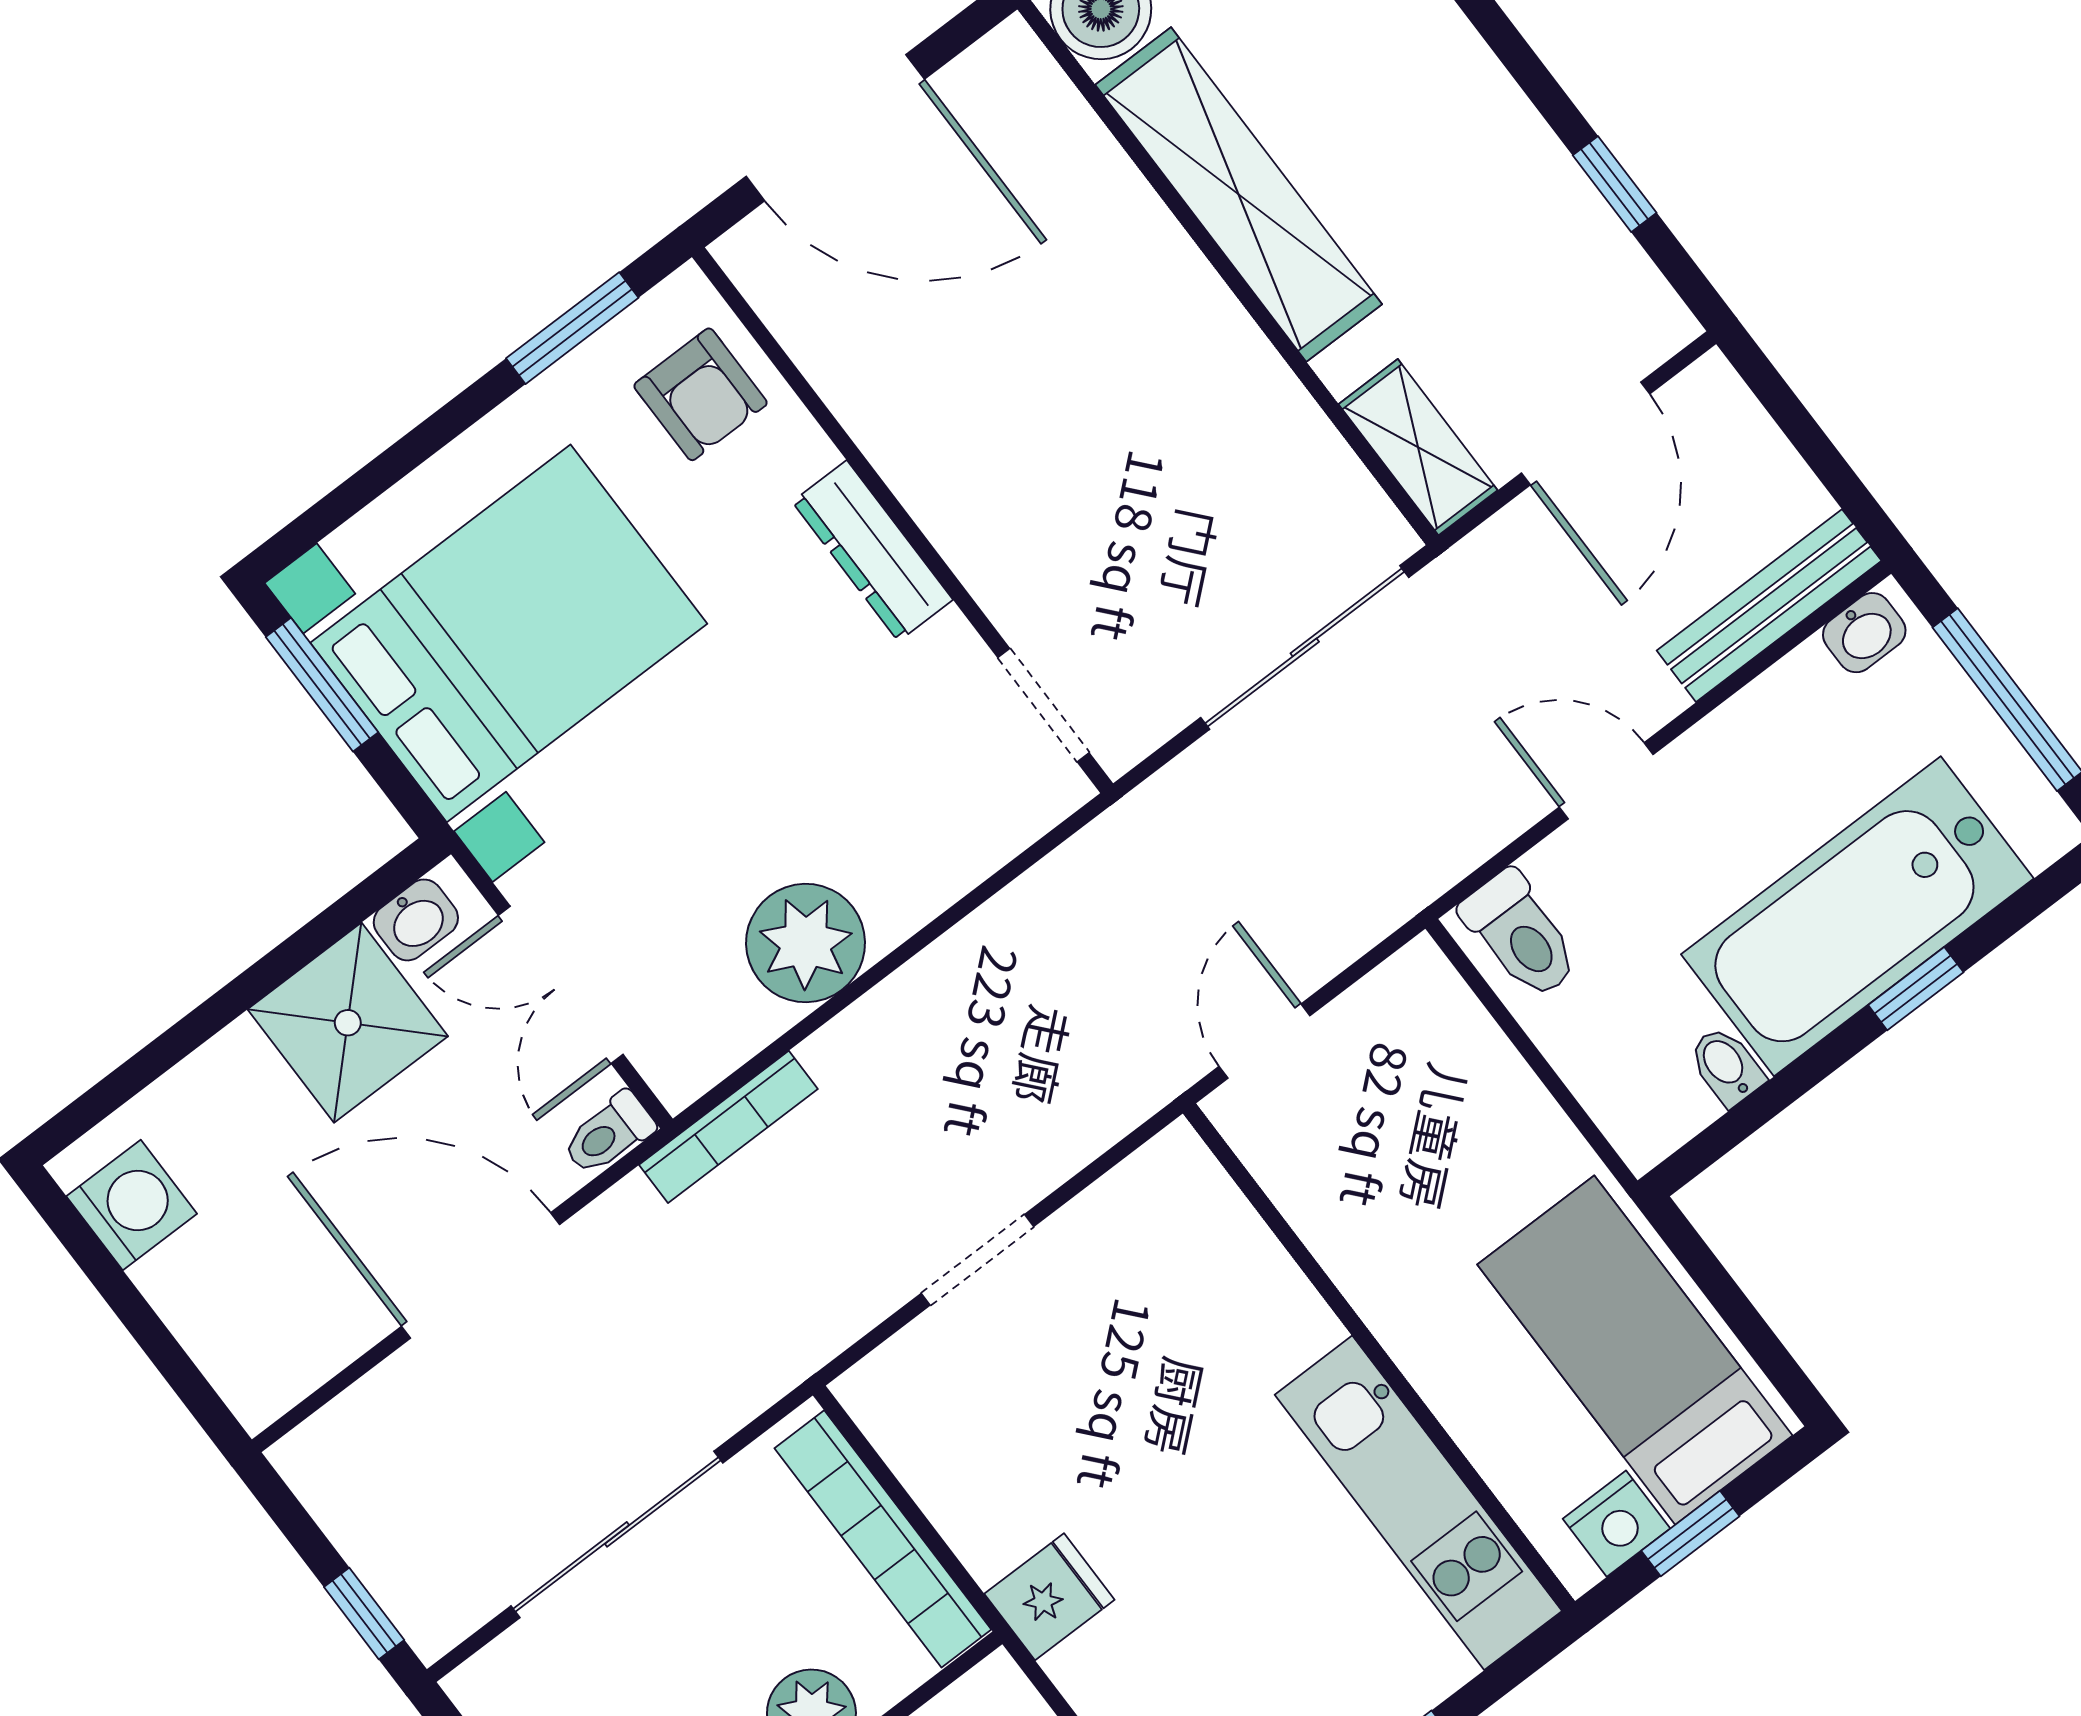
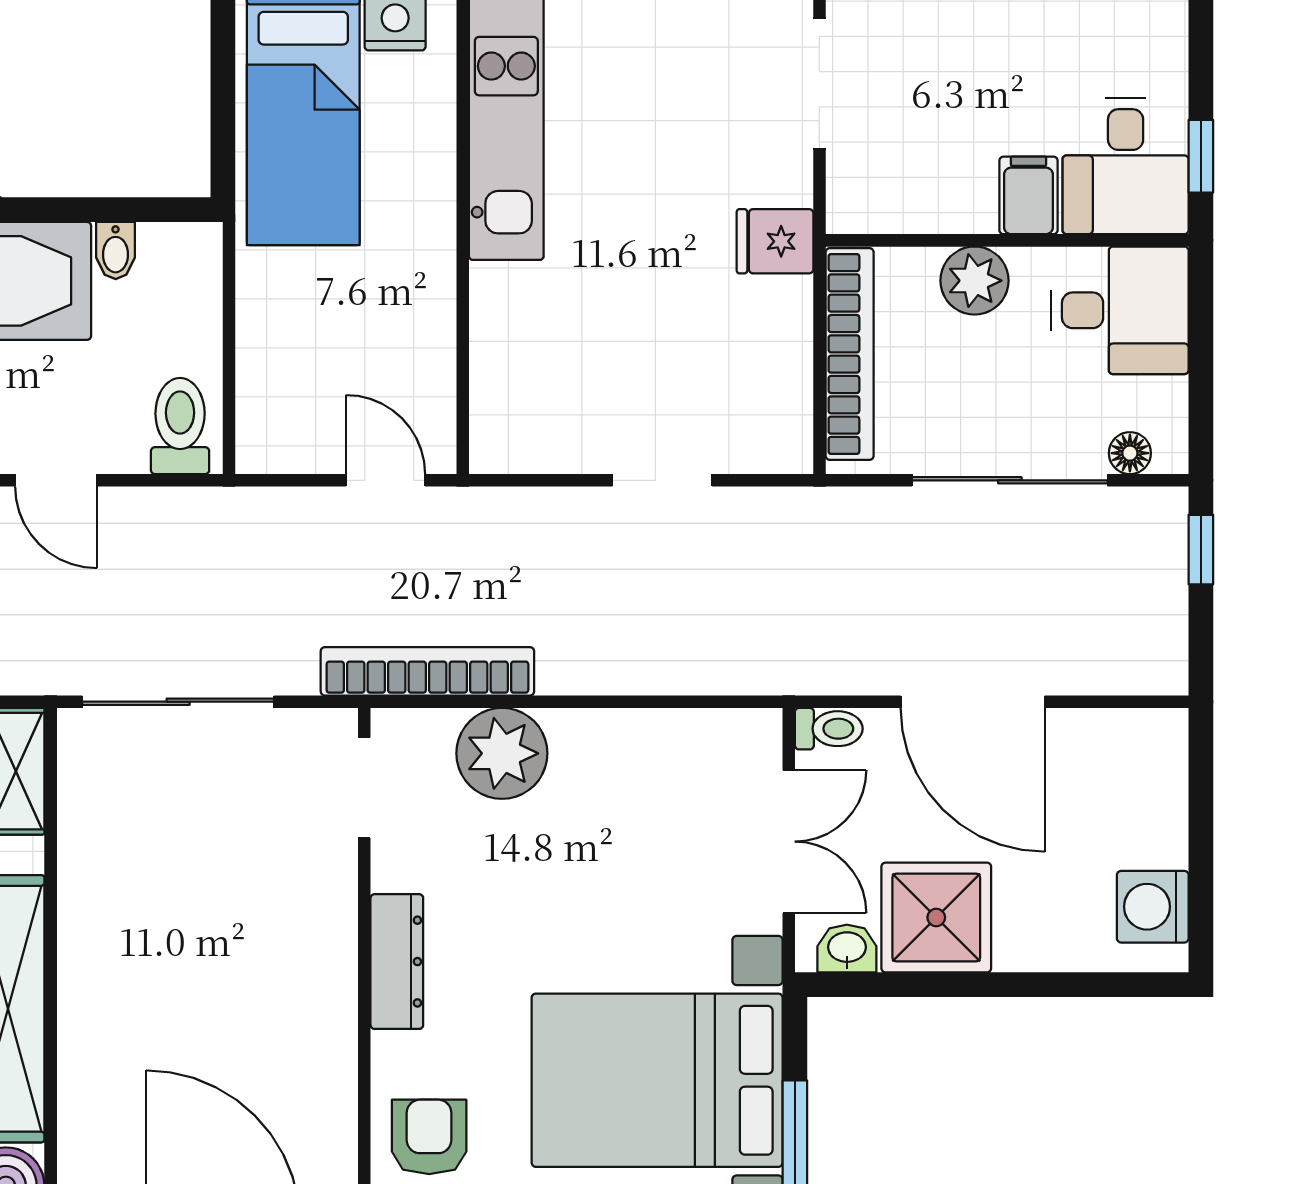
plant: (806, 943) -> (502, 753), moved
door: (1265, 1041) -> (385, 480), swing flipped
bookcase: (728, 1127) -> (427, 671), moved, width x1.48, depth x1.31
floor lamp: (514, 1658) -> (1130, 453), added

